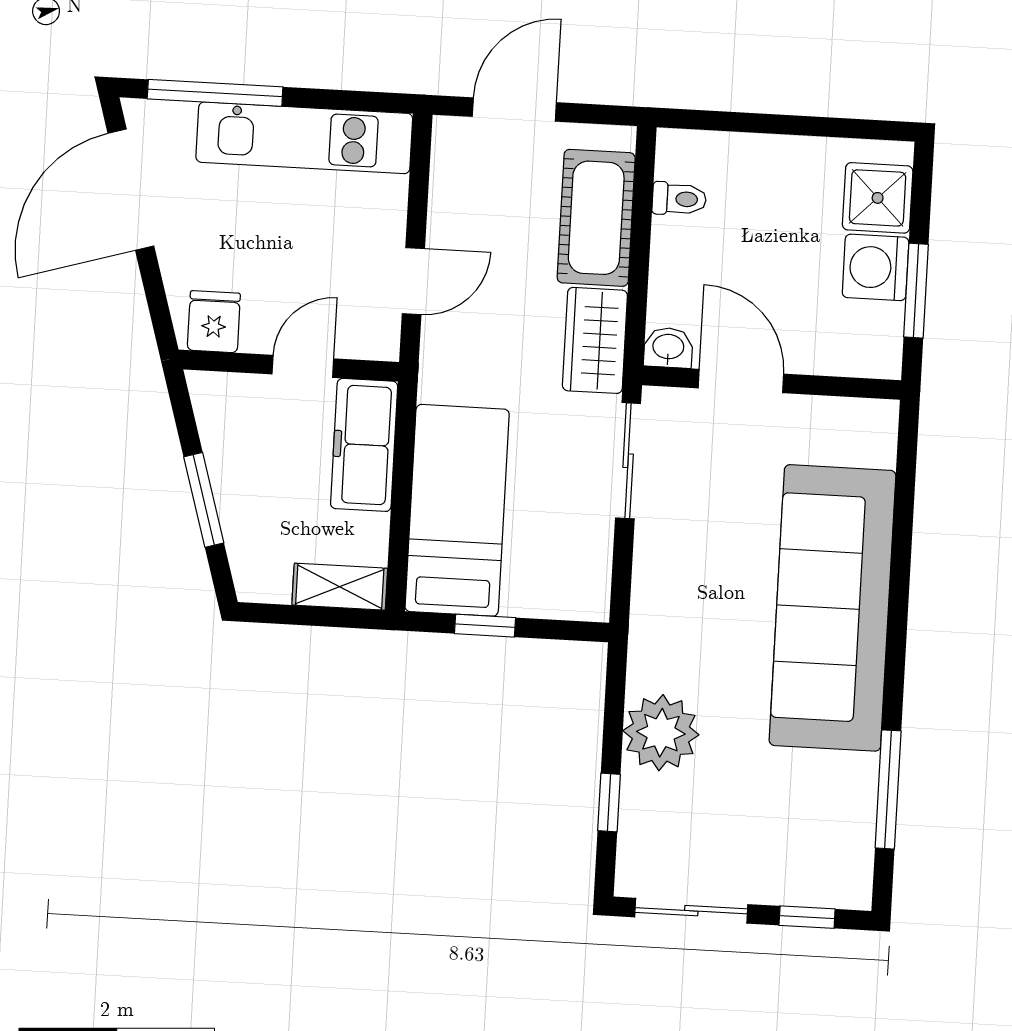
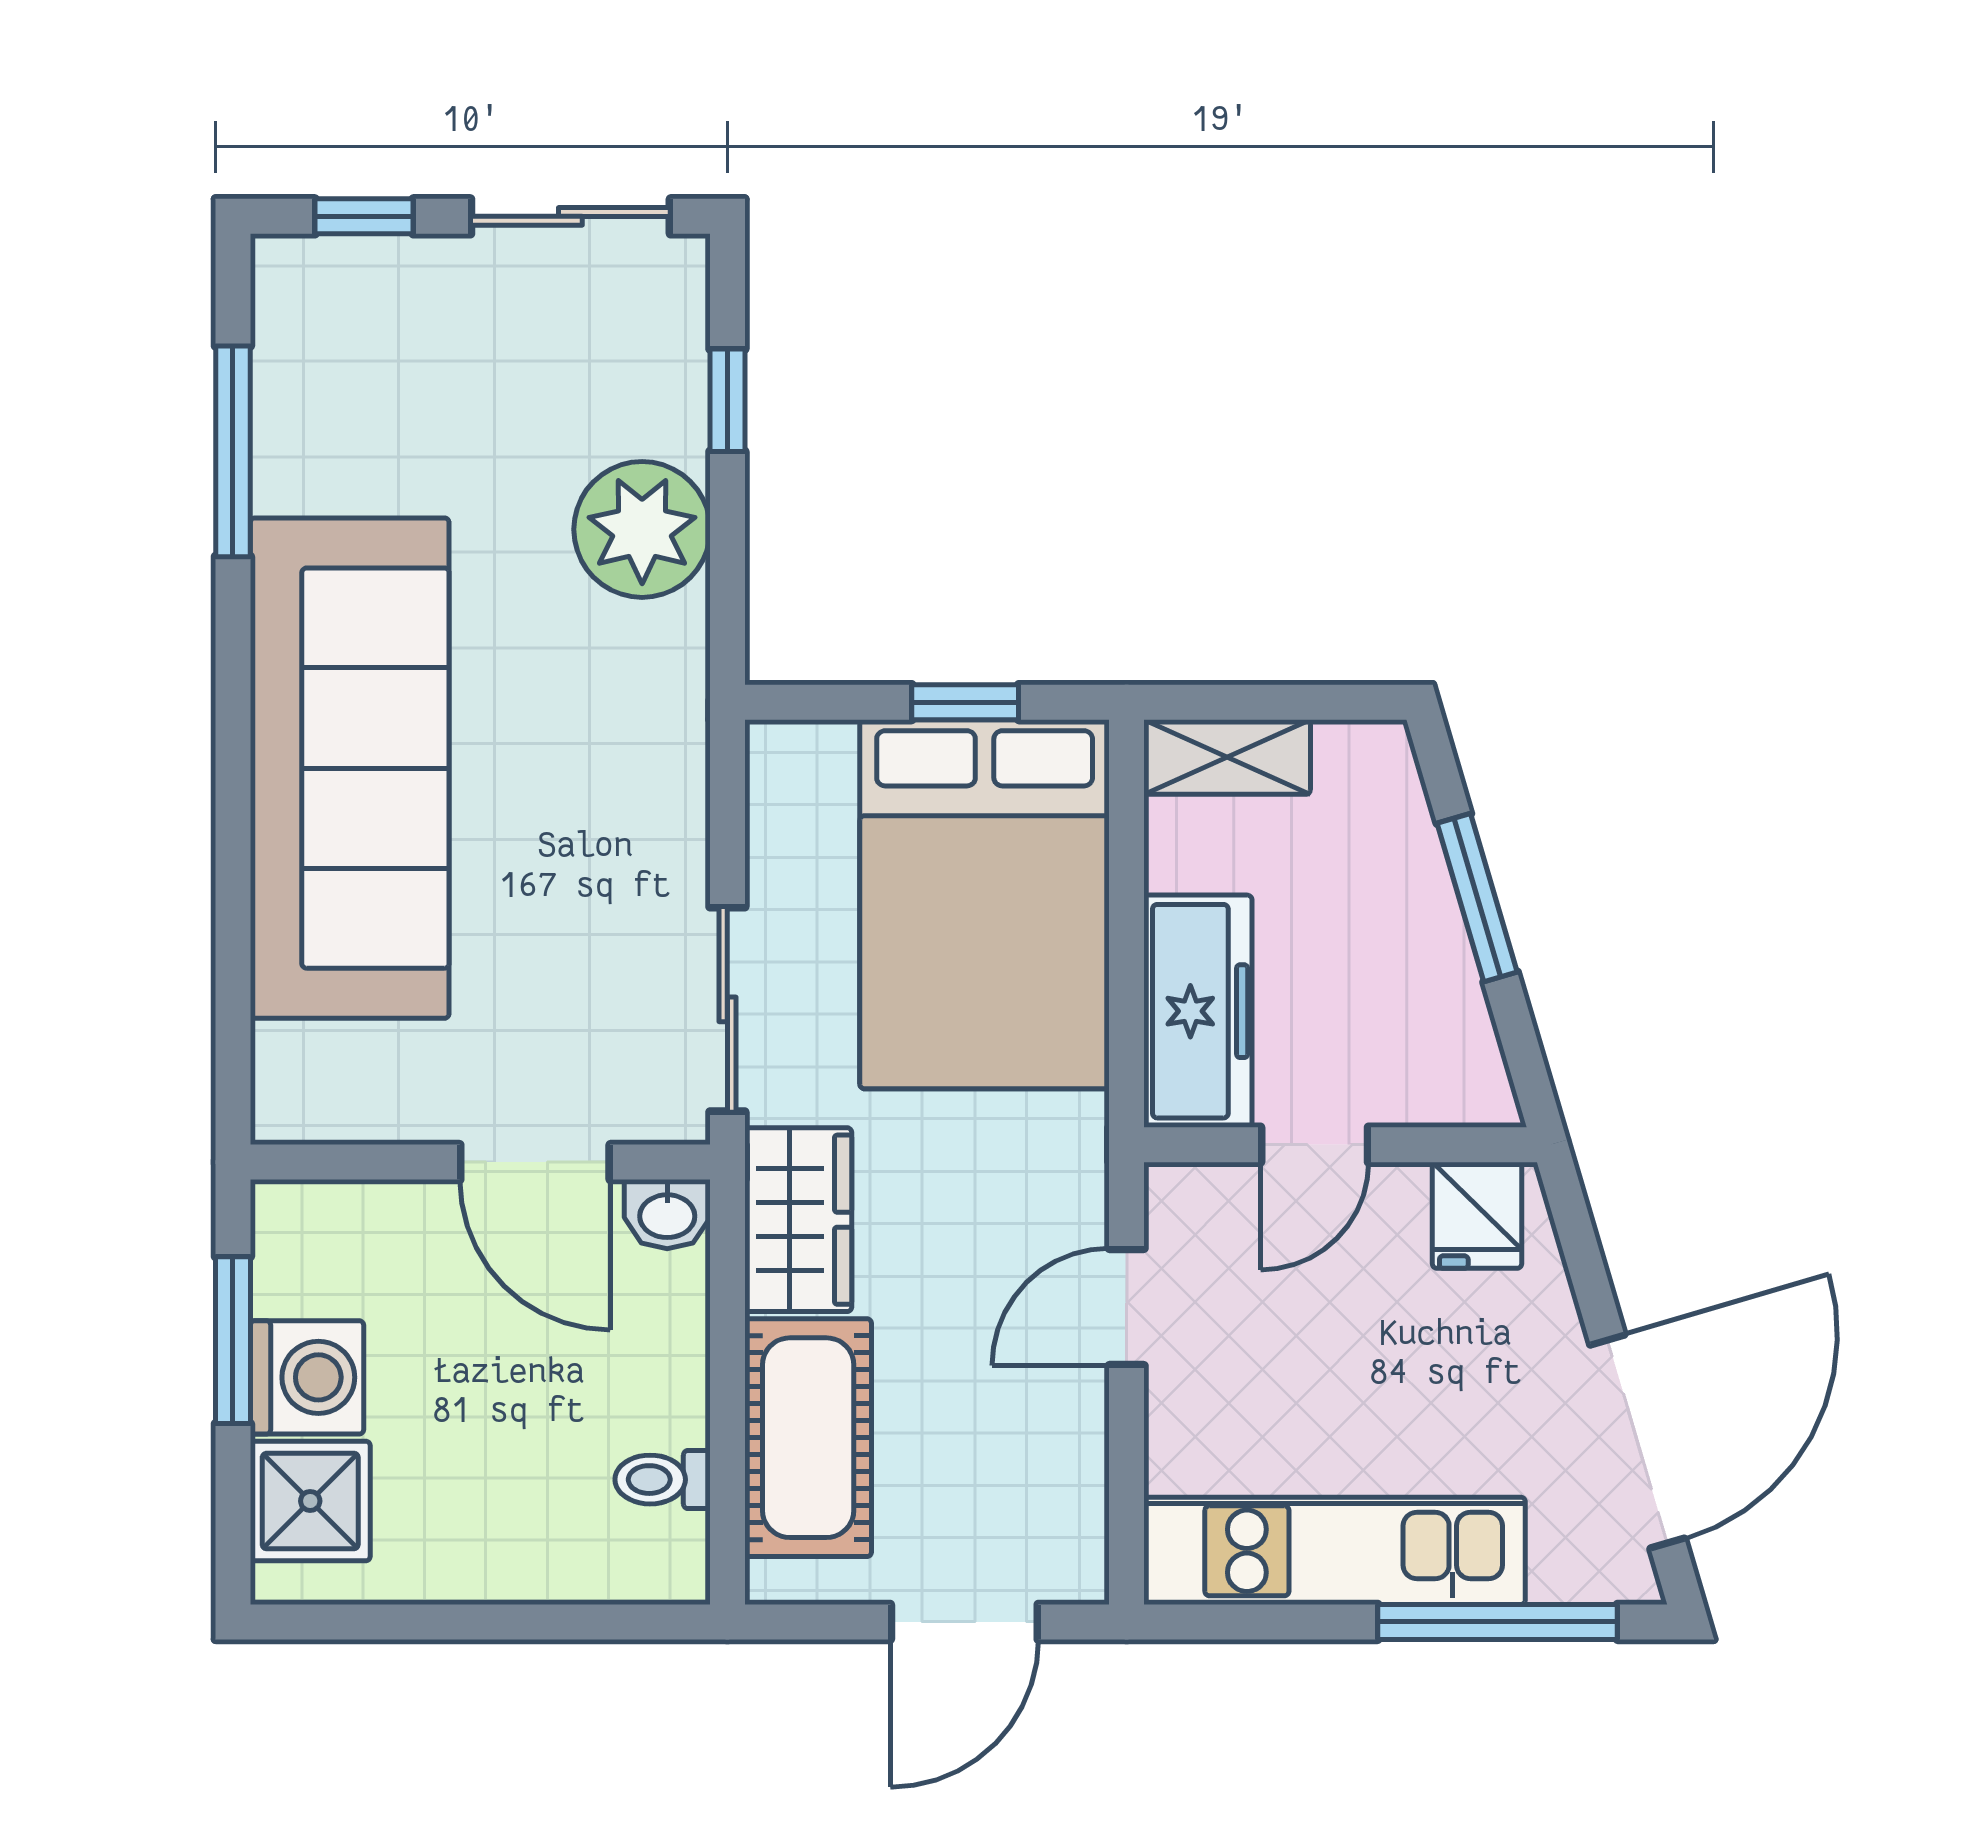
bed: (457, 510) -> (985, 904), width x1.50

